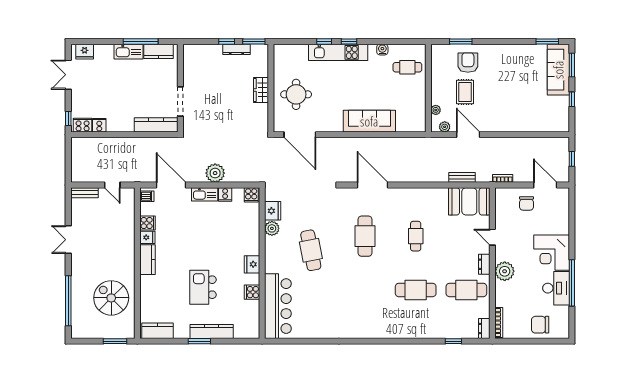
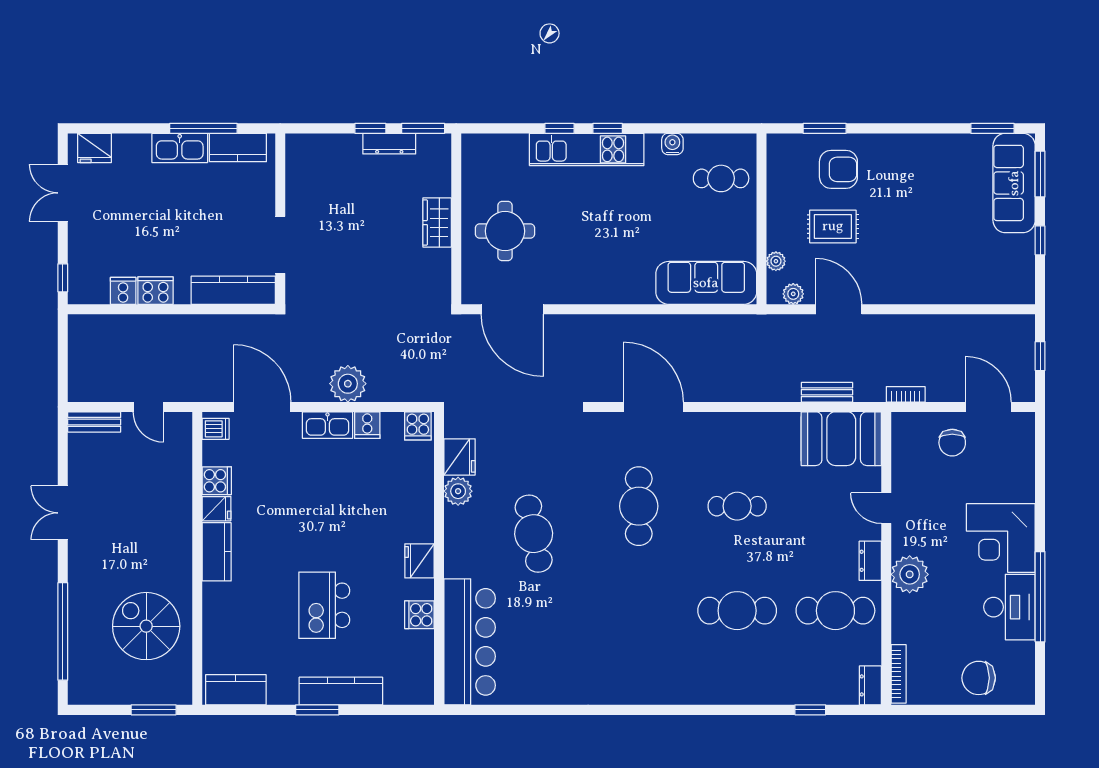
armchair: (468, 63) -> (838, 169), turned 90
rug: (465, 92) -> (833, 226), turned 90
sofa: (369, 121) -> (706, 283), moved
cooker: (83, 125) -> (155, 291), moved
cafe table: (416, 236) -> (737, 506), turned 90

